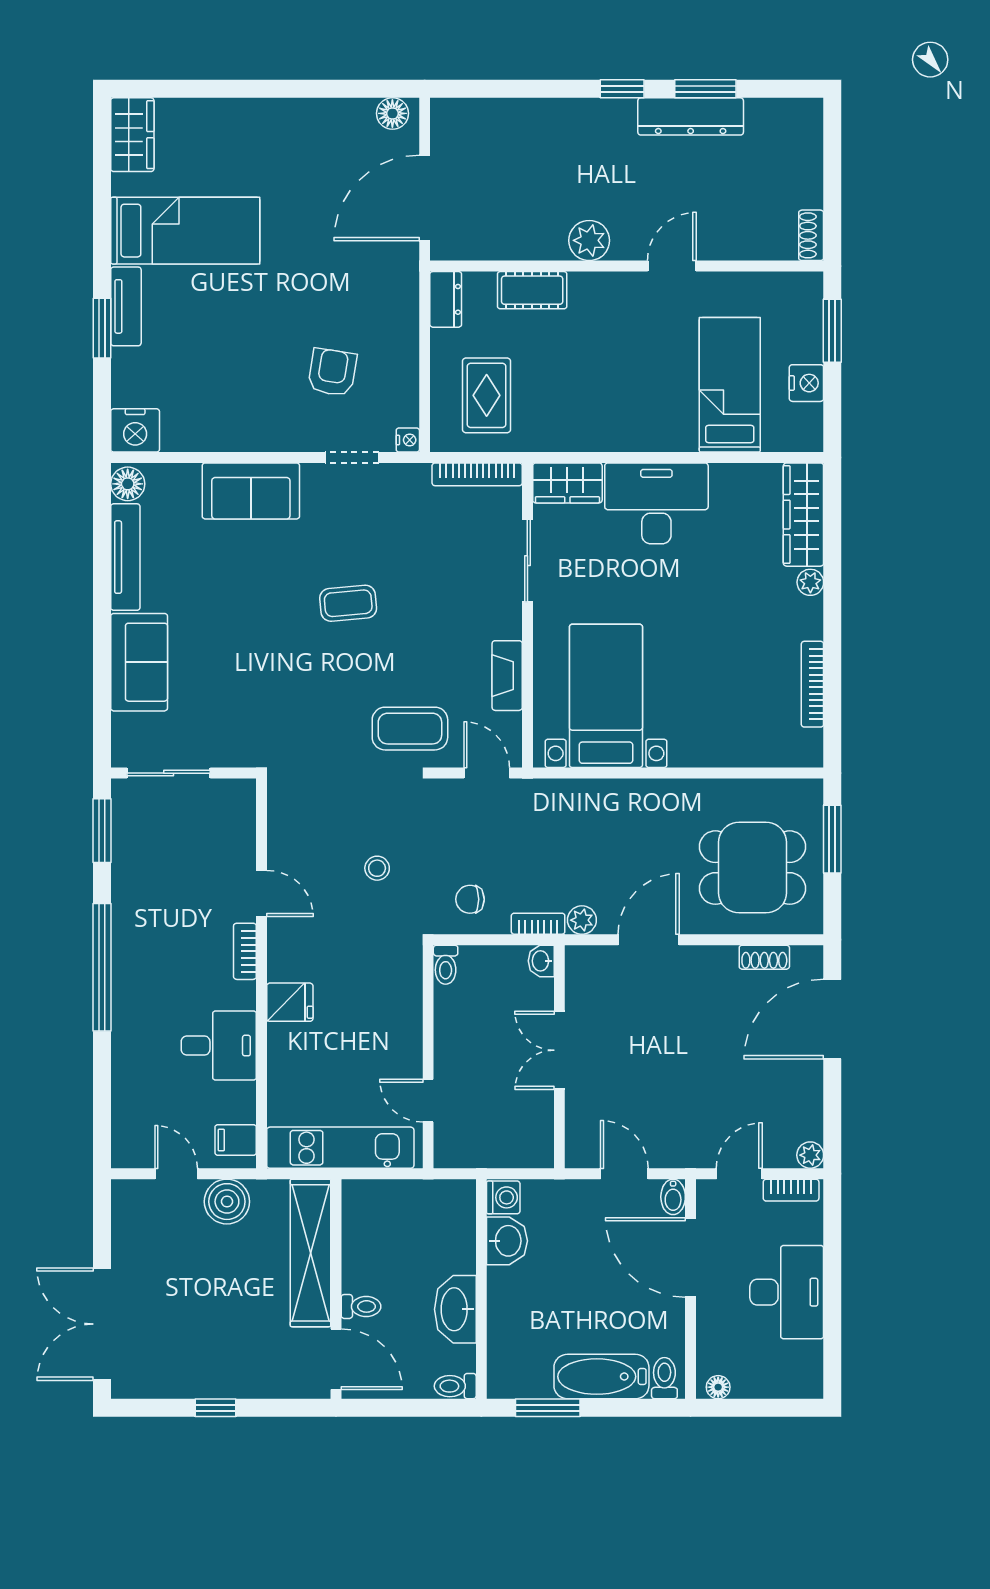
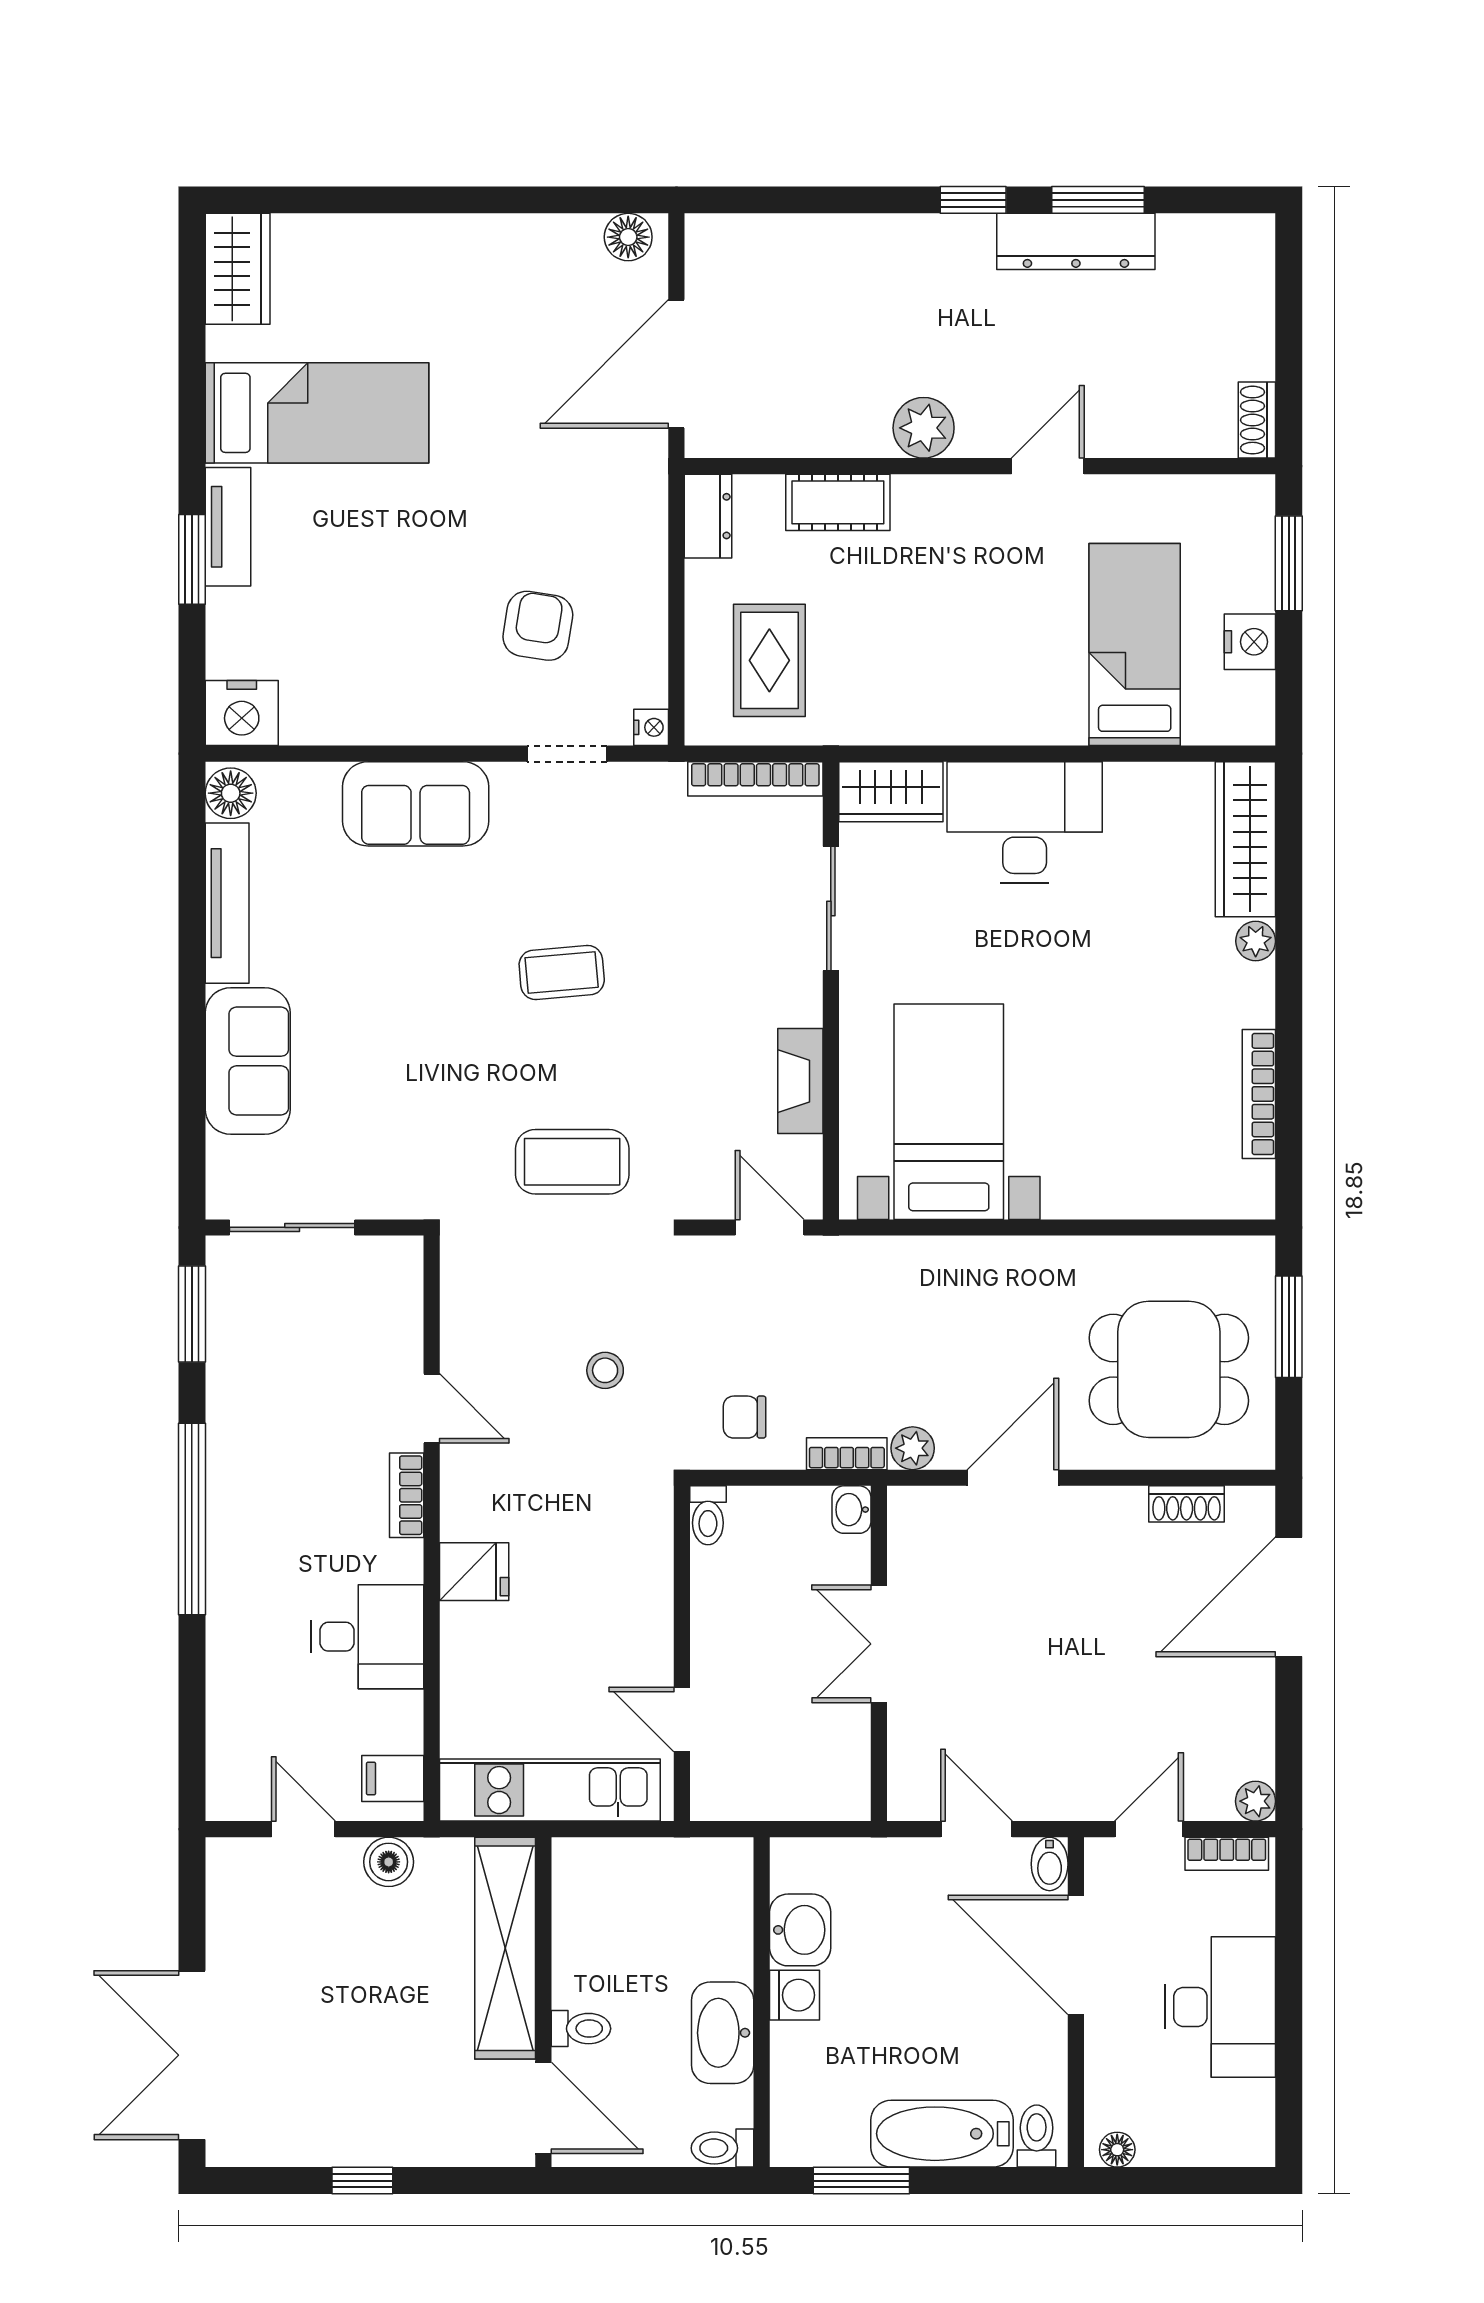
coffee table: (410, 729) -> (572, 1162), moved
washing machine: (503, 1197) -> (795, 1995), moved
boiler: (227, 1202) -> (389, 1862), width x0.73, depth x0.73

